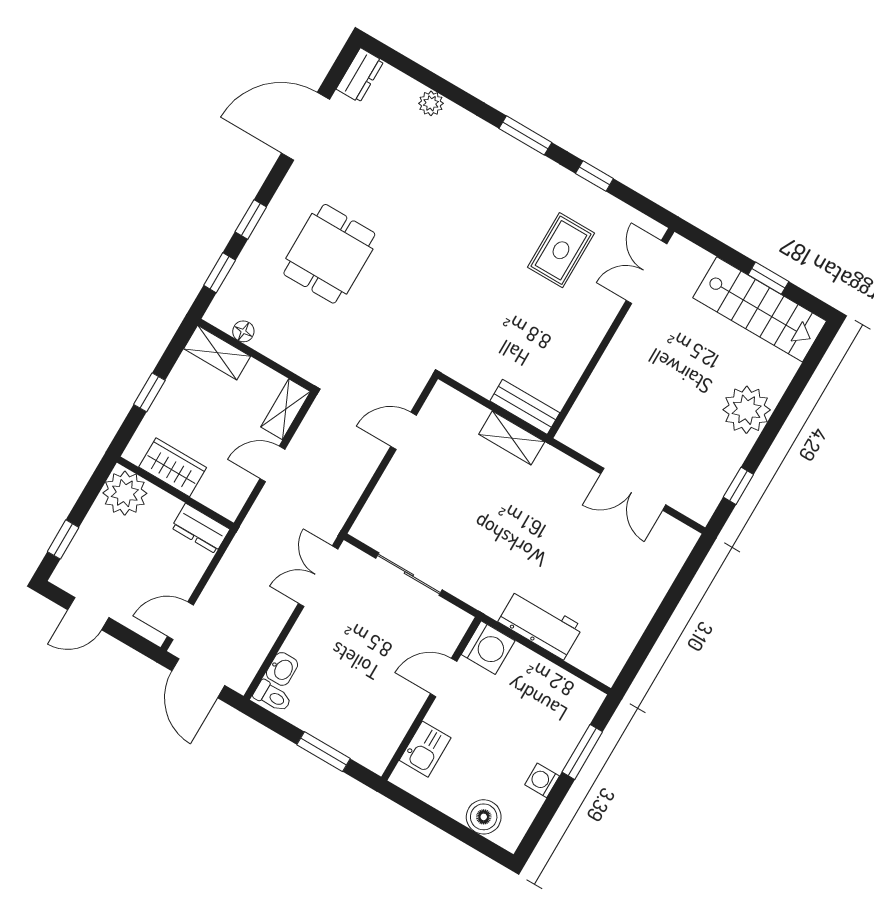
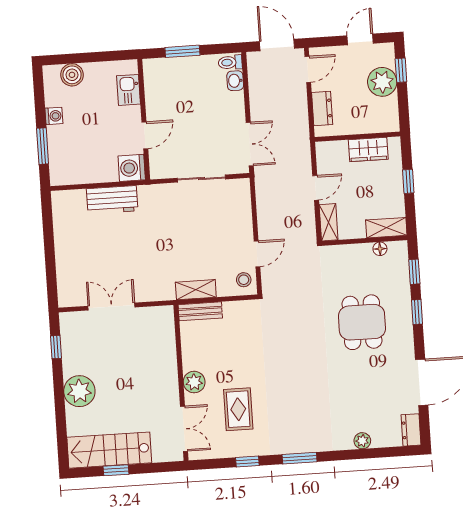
plant: (593, 323) -> (194, 382), added
stool: (443, 409) -> (244, 280), added
plant: (125, 493) -> (382, 82), moved
dresser: (201, 528) -> (322, 108), moved, turned 90

